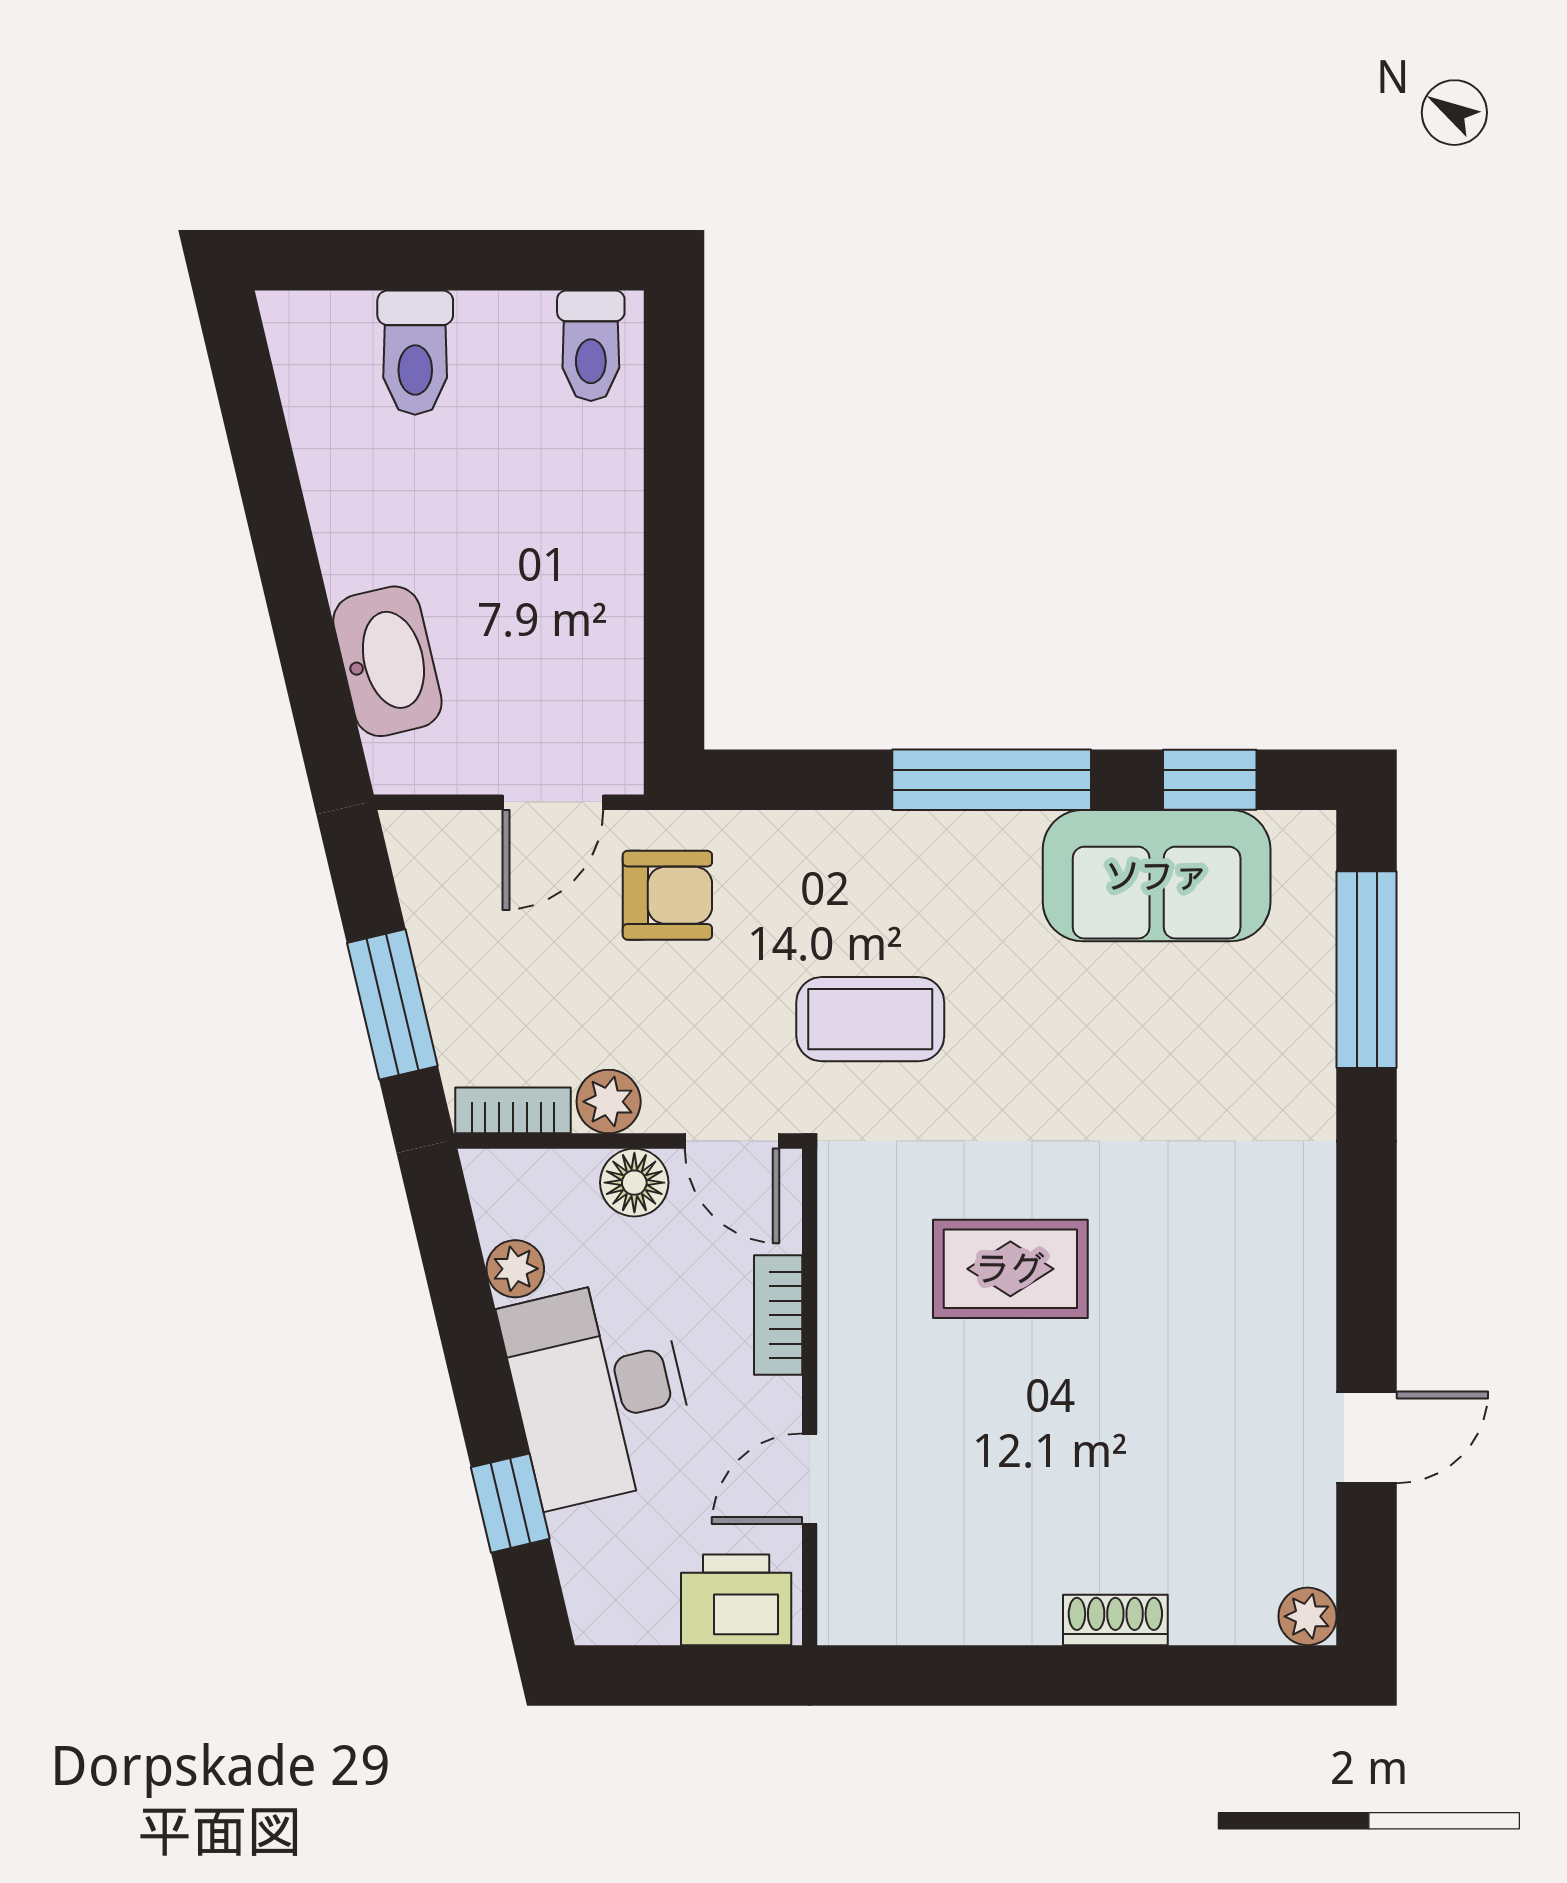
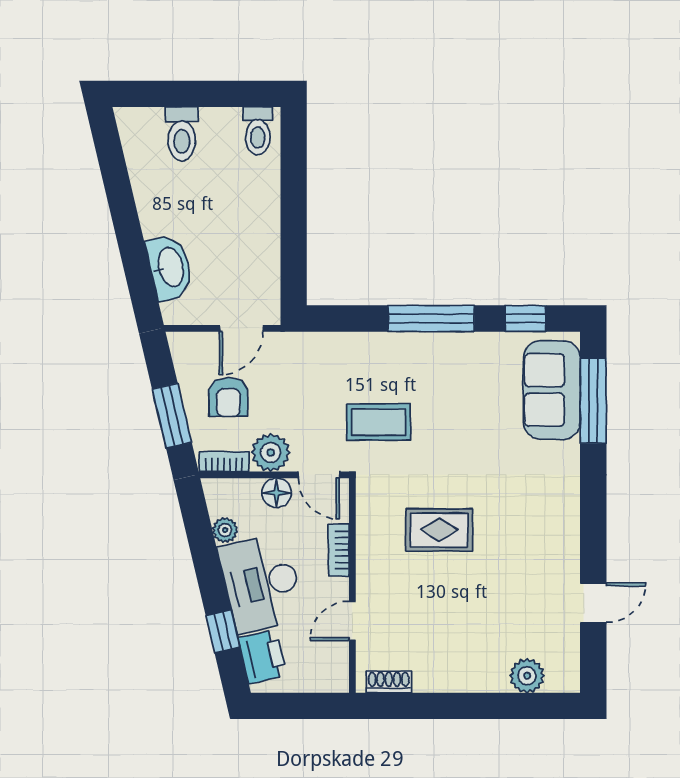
sofa: (1157, 876) -> (552, 390), moved, turned 90
armchair: (667, 895) -> (228, 397), moved, turned 90
plant: (609, 1102) -> (271, 453), width x1.38, depth x1.38
printer: (736, 1600) -> (262, 657), moved, turned 77
plant: (1308, 1616) -> (527, 676), moved, width x1.38, depth x1.38
shoe rack: (1115, 1620) -> (389, 682), moved

